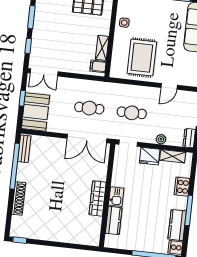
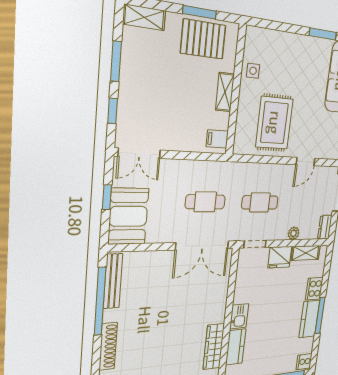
shelving: (102, 48) -> (225, 92), moved
bench: (24, 149) -> (113, 281), width x1.36
wardrobe: (98, 198) -> (214, 347), moved
kitchen counter: (177, 225) -> (309, 319), moved

